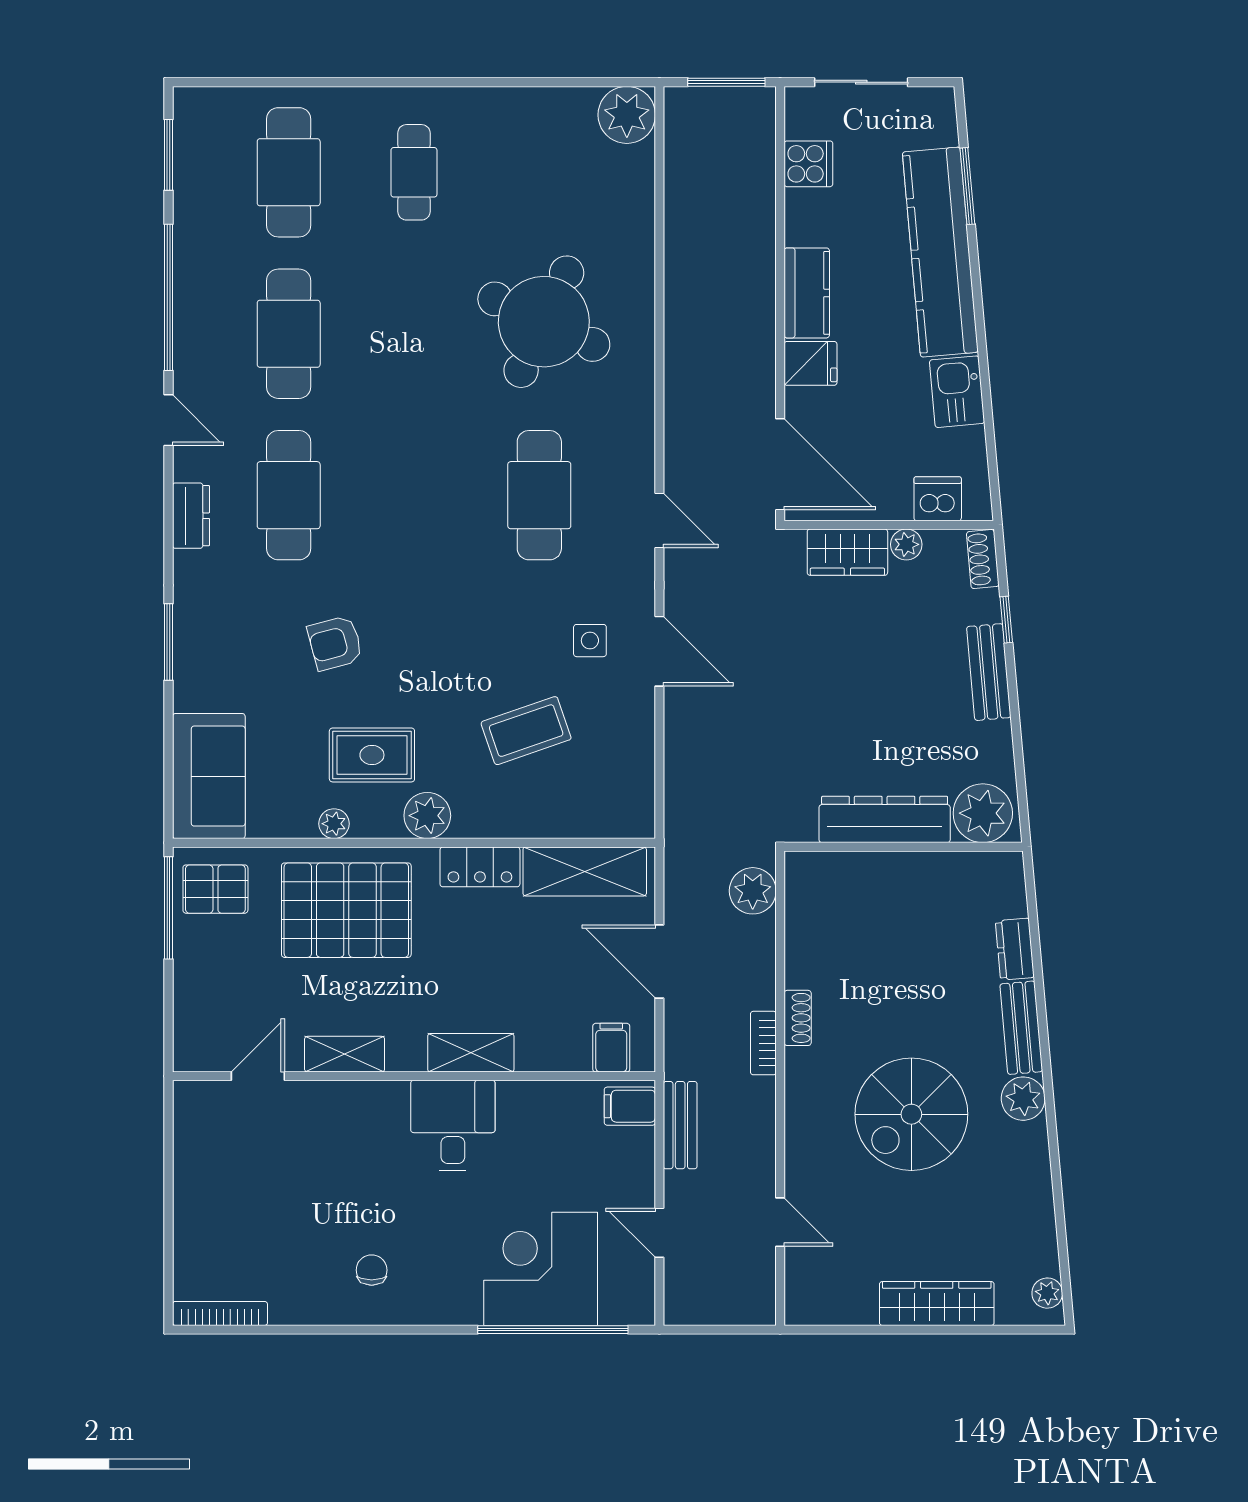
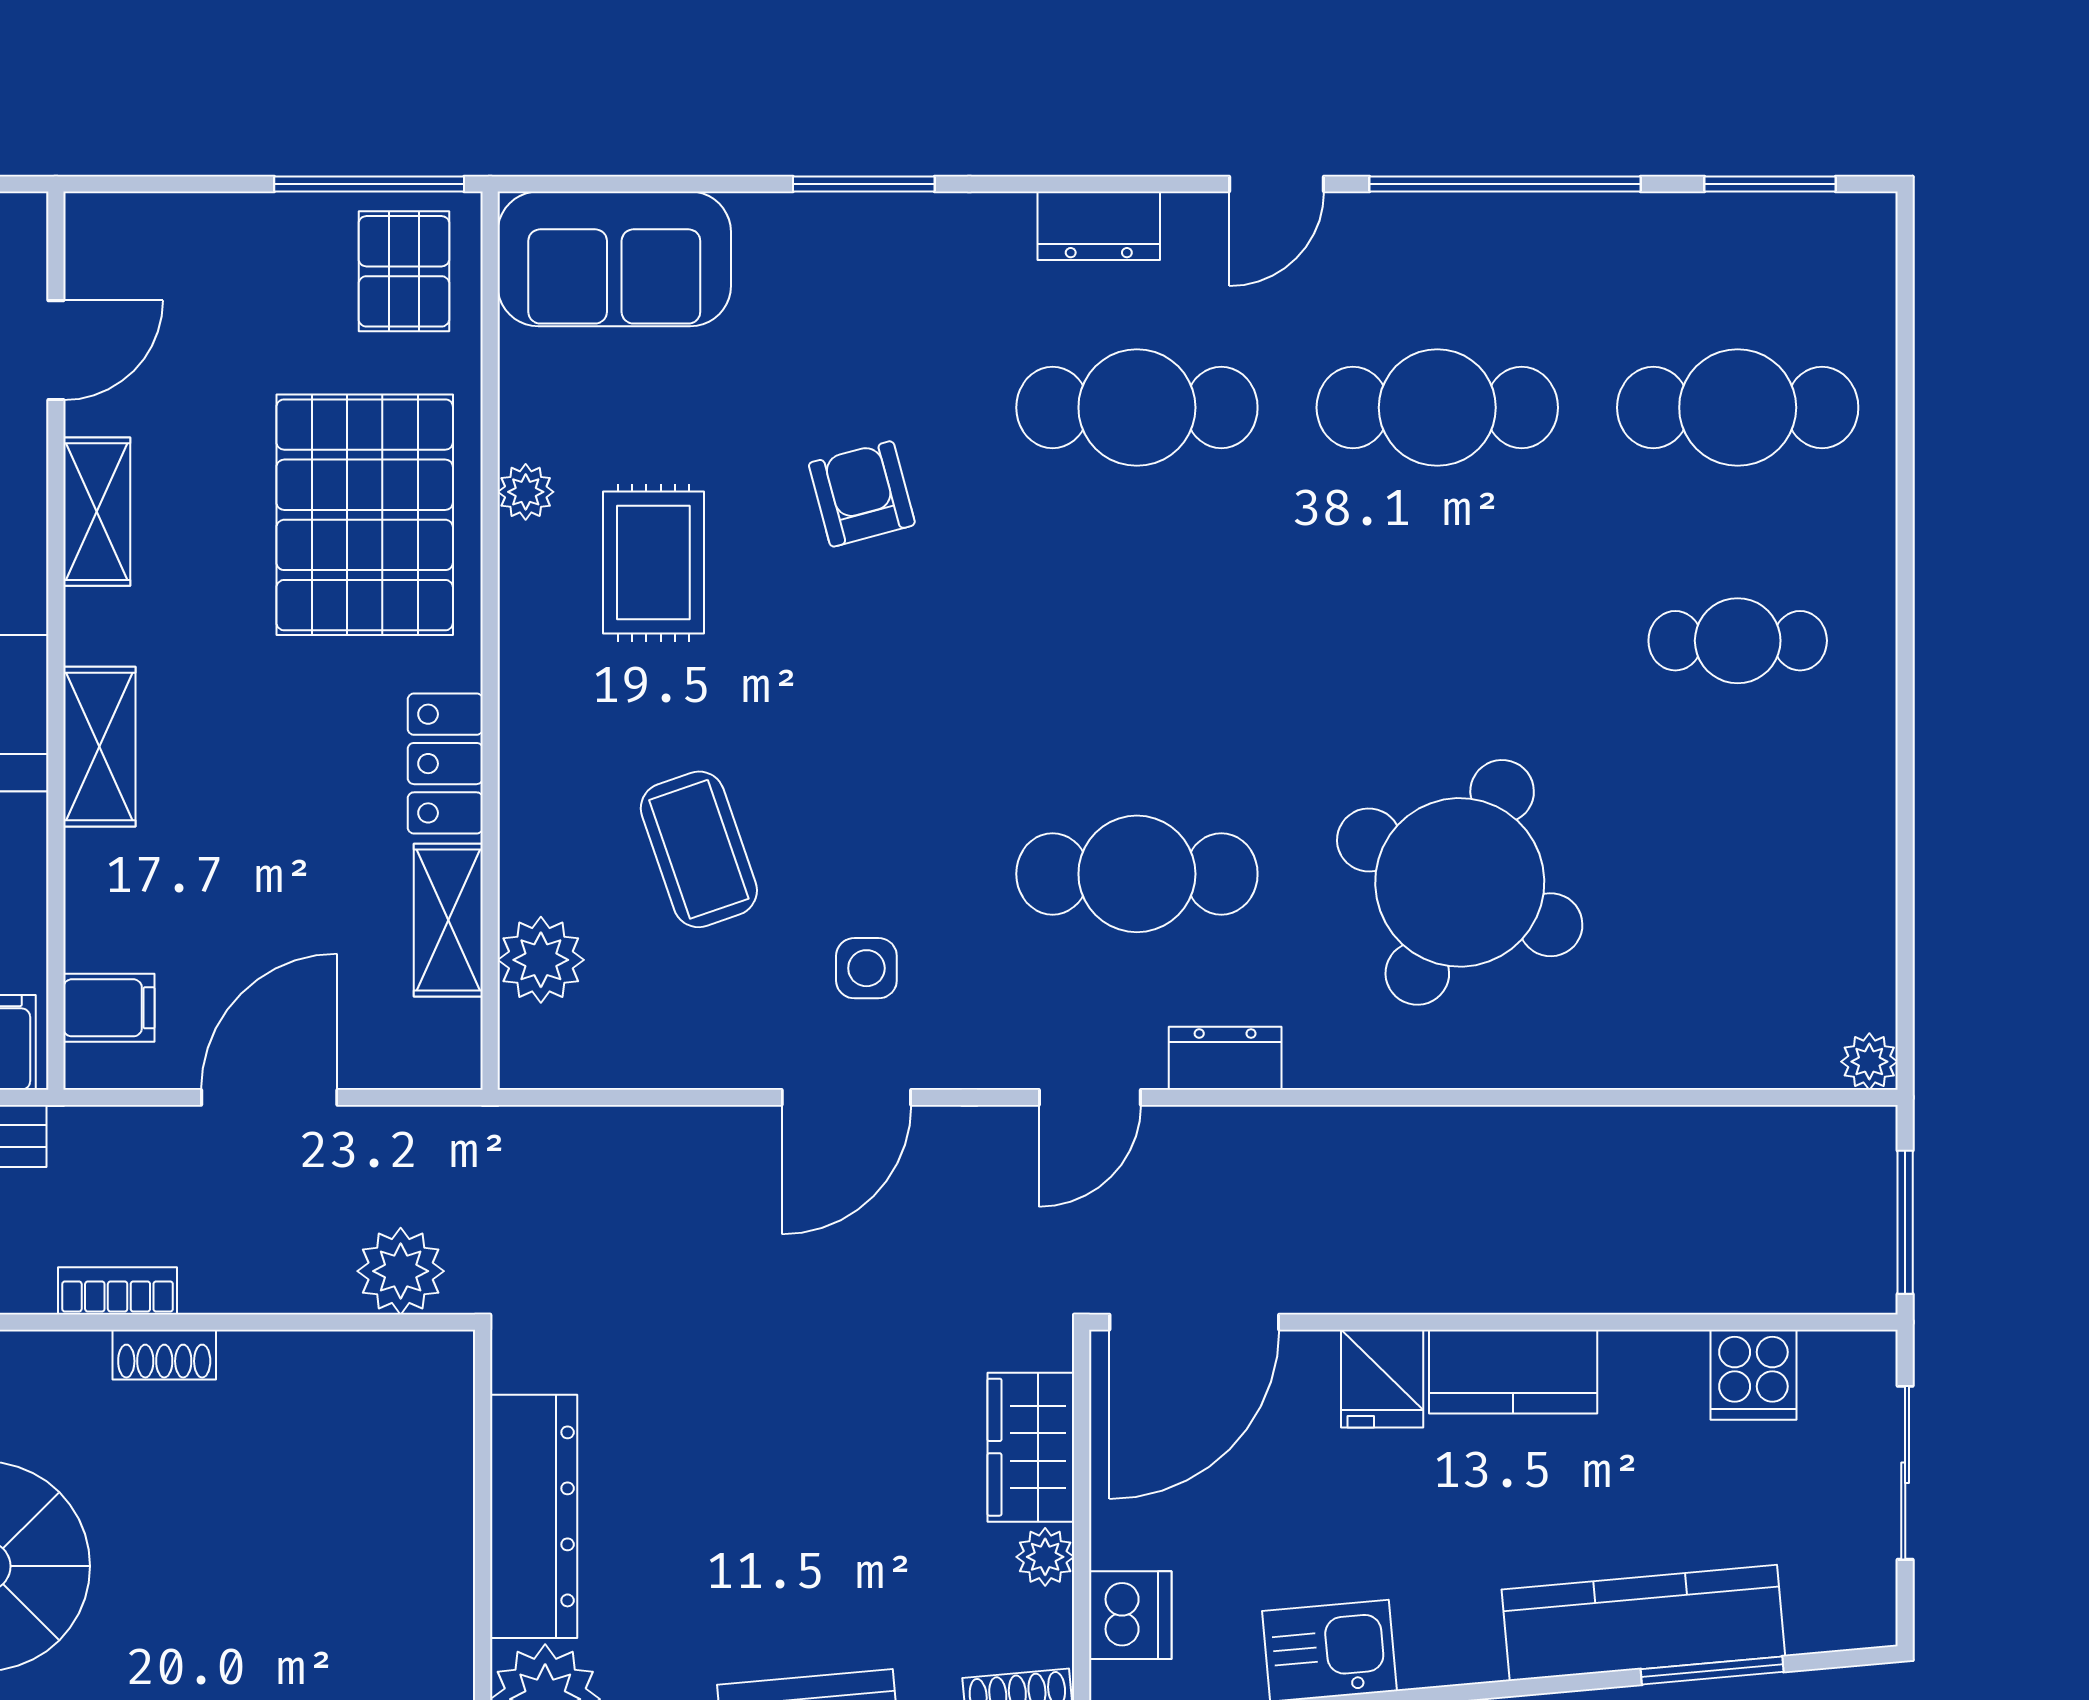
plant: (627, 115) -> (1869, 1062), width x0.53, depth x0.53
kitchen counter: (940, 252) -> (1643, 1623), width x0.72, depth x0.86
dresser: (638, 448) -> (1225, 1058), added
plant: (427, 816) -> (541, 960), moved
shelving: (585, 871) -> (448, 920), width x0.67, depth x0.75
door: (258, 1076) -> (56, 350), hinge flipped

